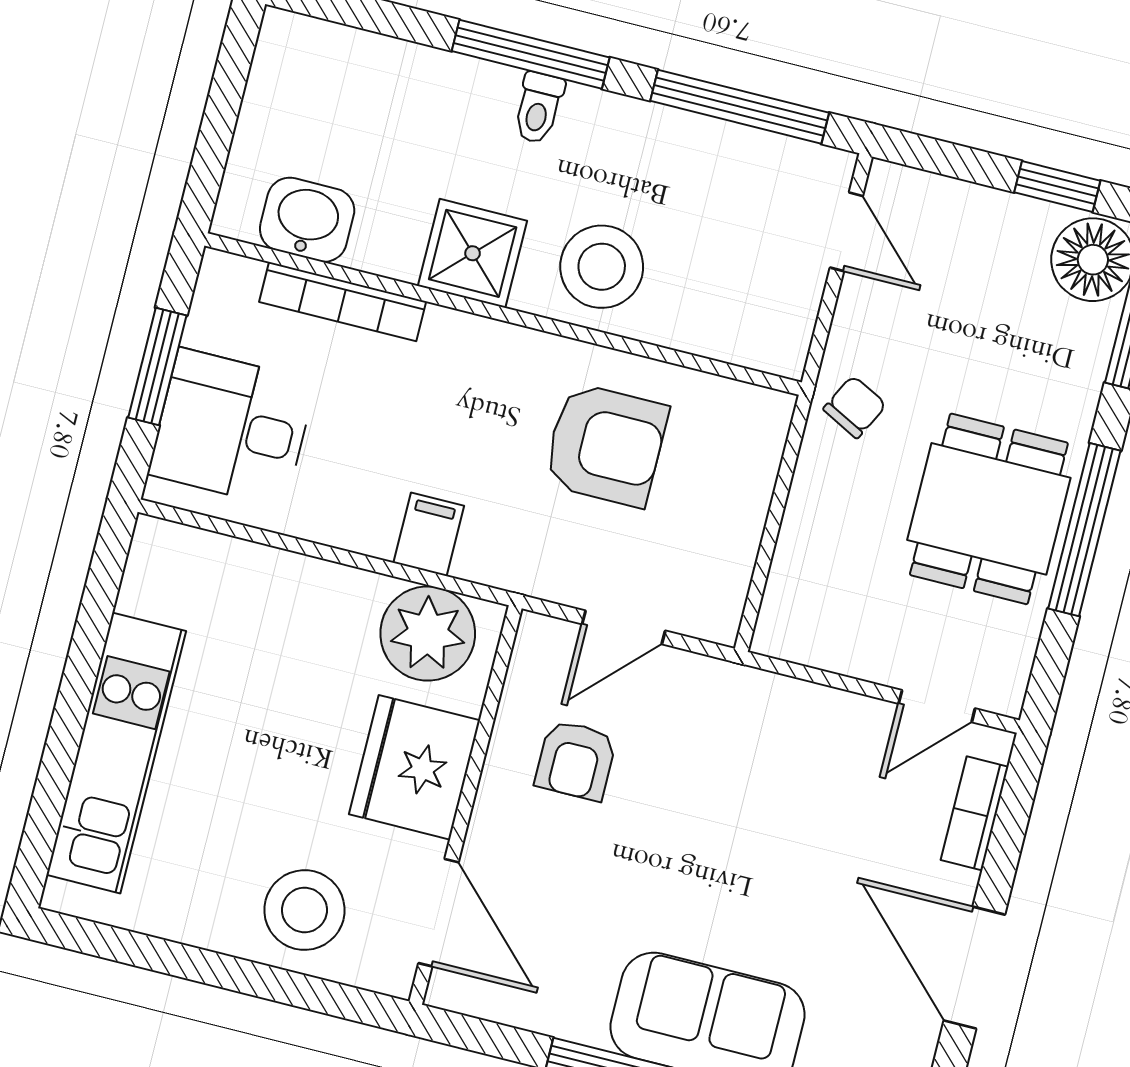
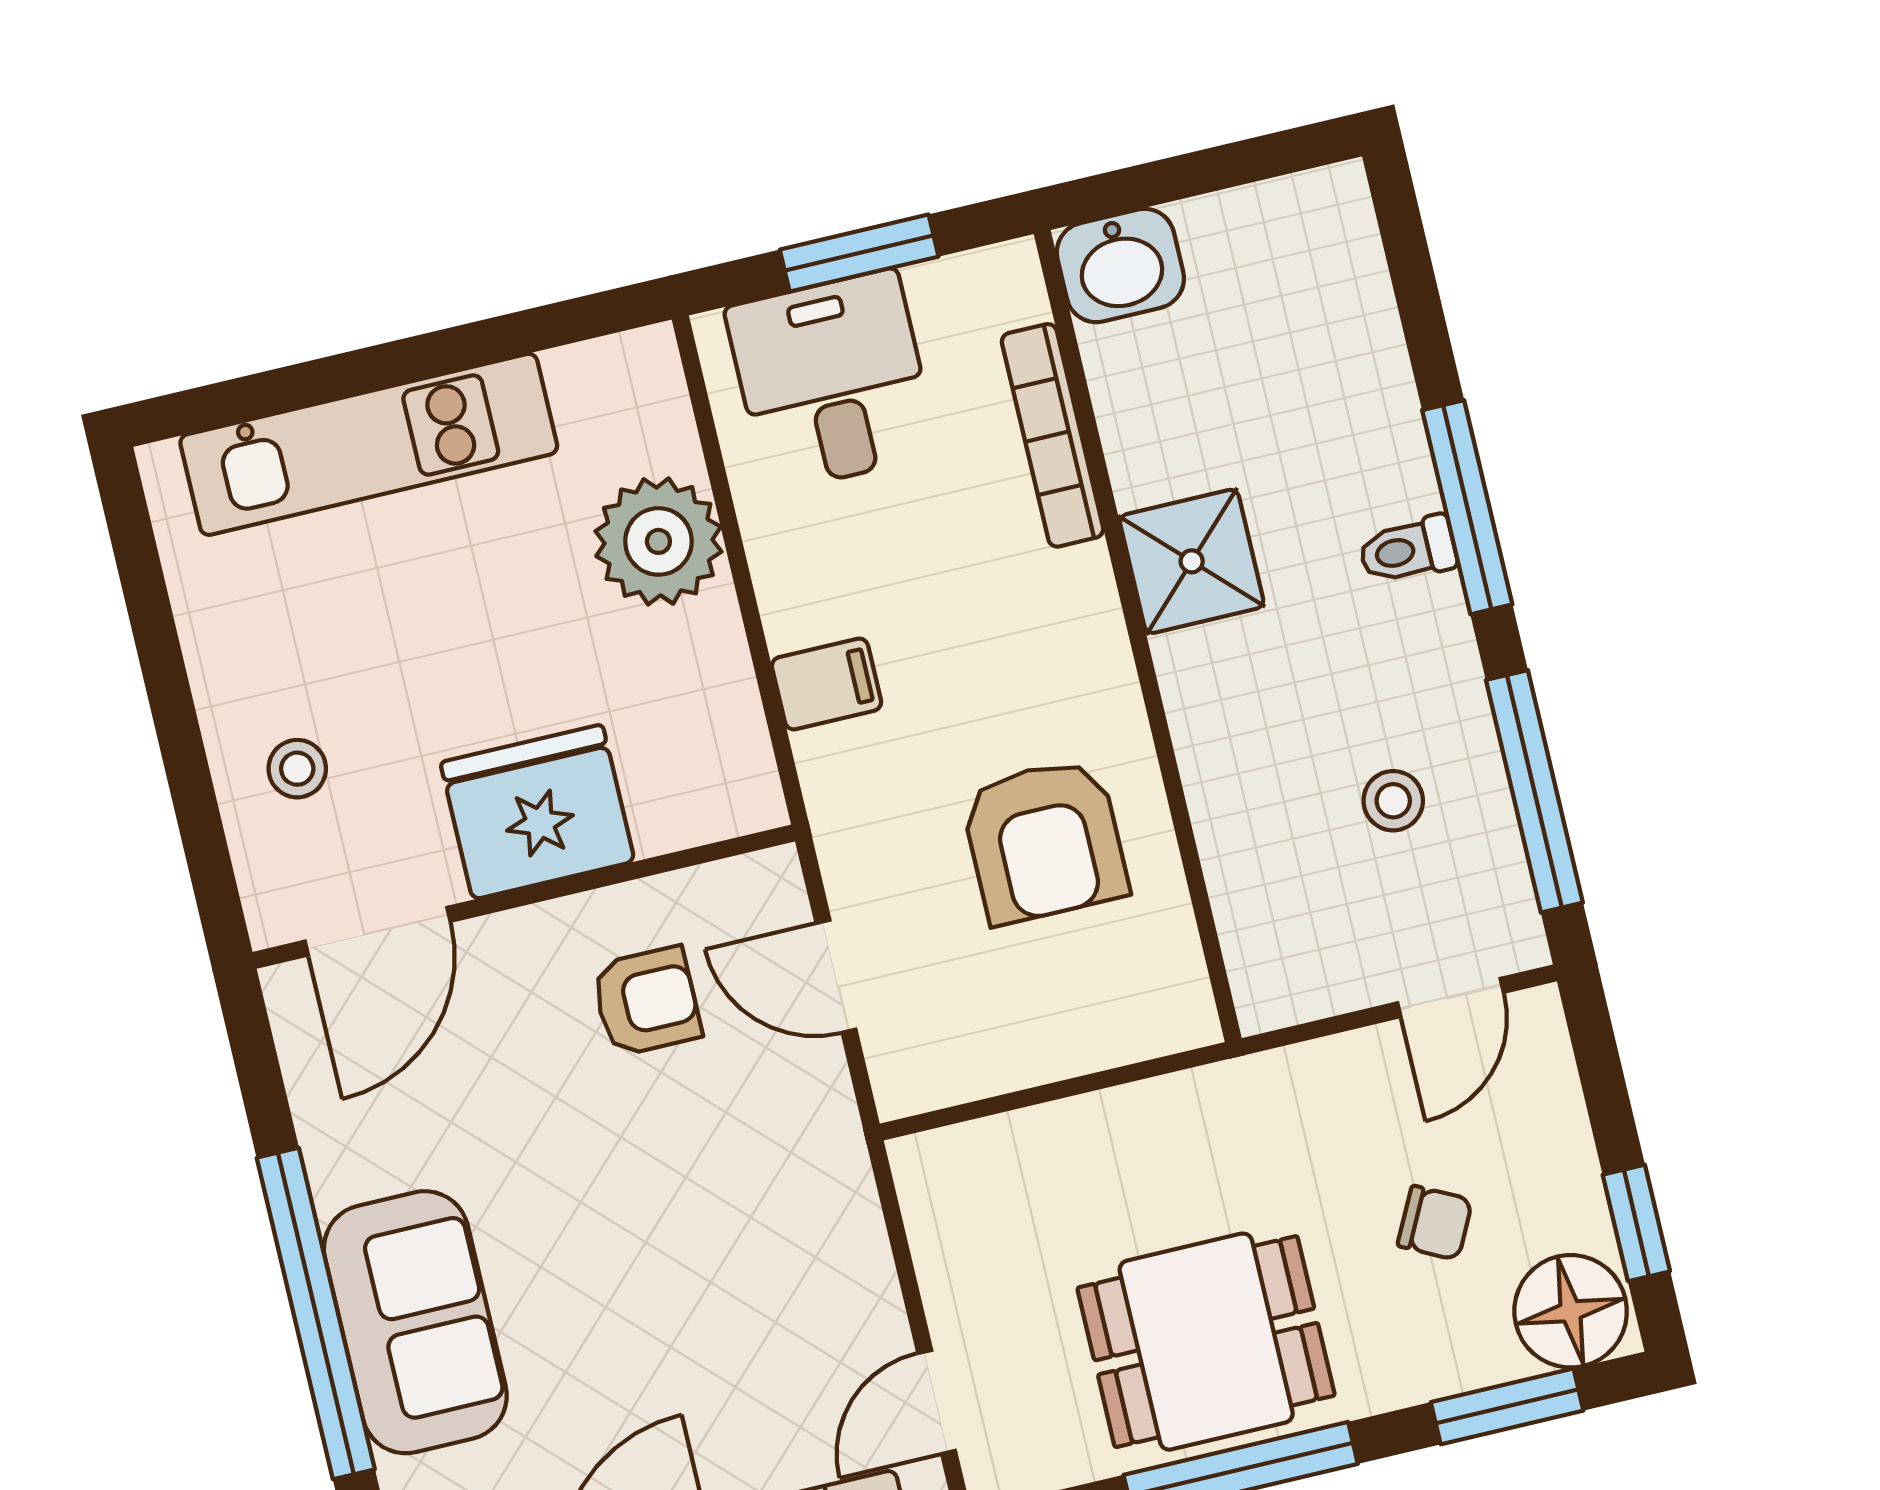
washbasin: (307, 220) -> (1120, 265), moved, turned 90
stool: (602, 267) -> (1393, 801), moved, width x0.53, depth x0.53
chair: (855, 407) -> (1435, 1223), moved
plant: (428, 634) -> (658, 541), moved
door: (937, 706) -> (937, 1402), hinge flipped
armchair: (576, 760) -> (646, 1001), turned 180
stool: (304, 910) -> (297, 769), width x0.53, depth x0.53

